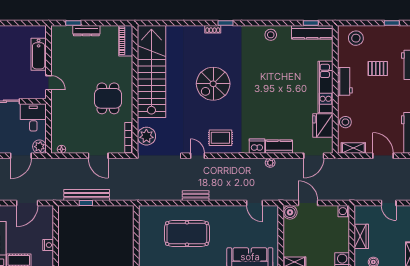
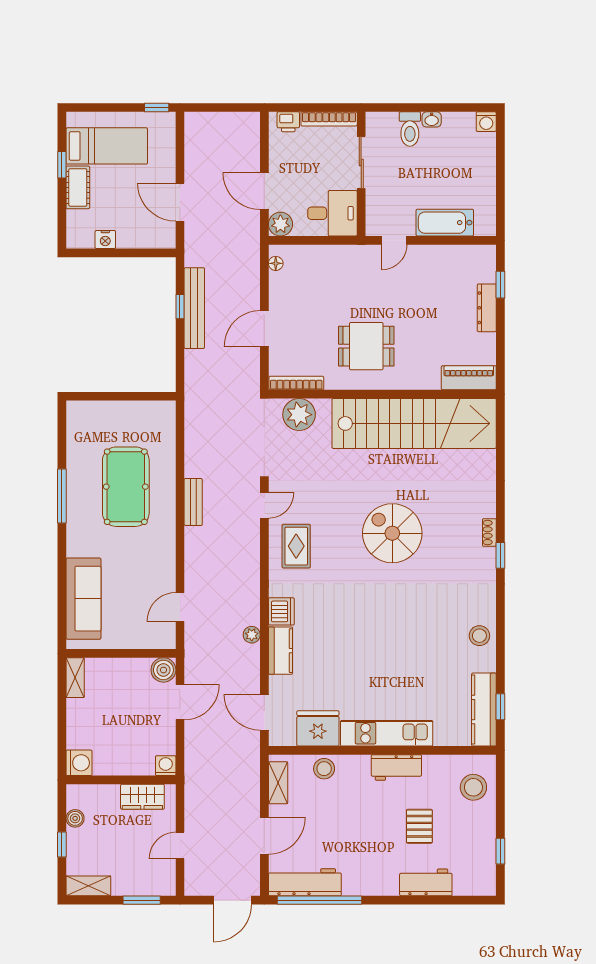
wardrobe: (361, 236) -> (142, 797), moved

